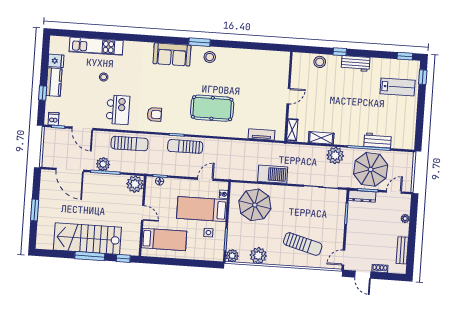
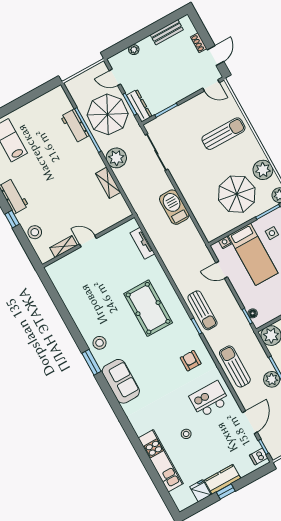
window: (43, 93) -> (226, 492), moved
shelving: (292, 130) -> (64, 247), moved
parasol: (255, 205) -> (237, 194), moved
sun lounger: (303, 244) -> (223, 134), turned 75

